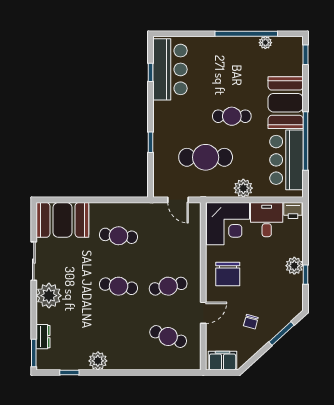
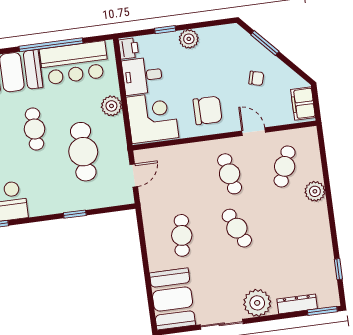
window: (305, 275) -> (165, 30), moved
cafe table: (119, 286) -> (237, 228), turned -33
dresser: (43, 337) -> (297, 304), width x1.44
plant: (98, 361) -> (315, 191), moved

